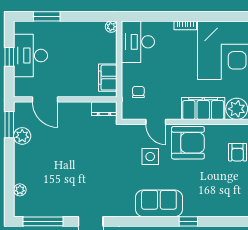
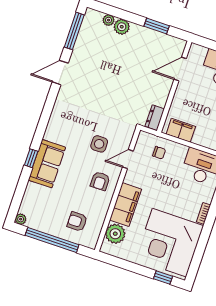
window: (9, 125) -> (157, 26), moved
plant: (22, 136) -> (122, 27), moved
armchair: (188, 143) -> (100, 181), width x0.53, depth x0.53
sofa: (159, 203) -> (47, 164), moved

